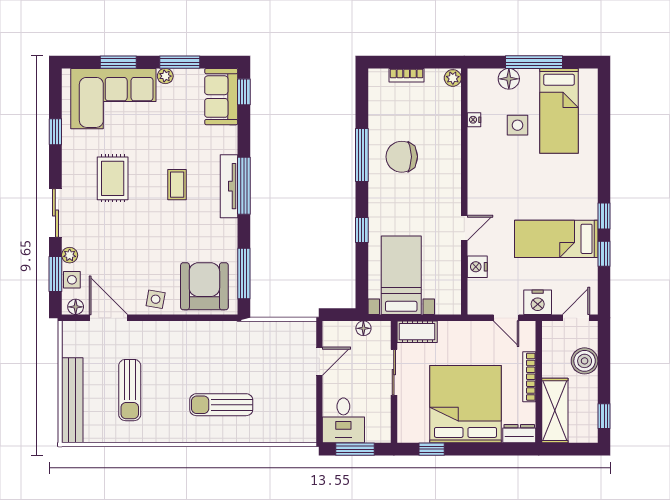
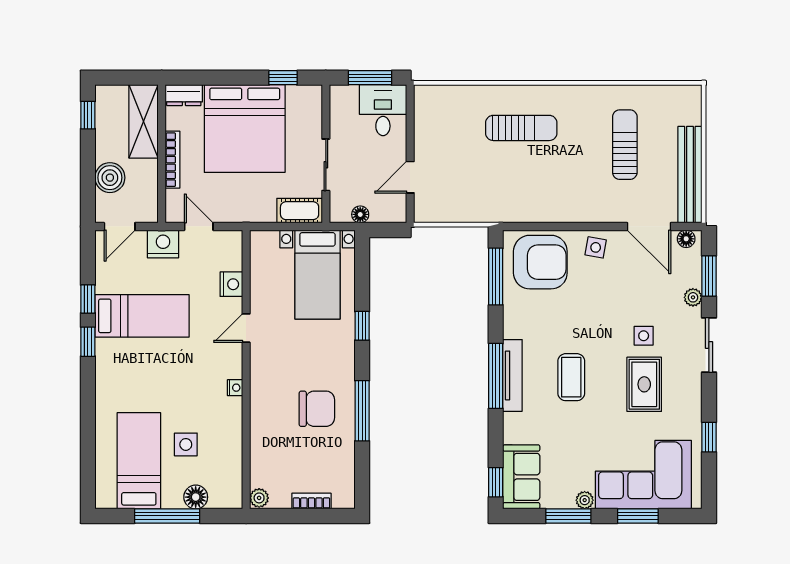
nightstand: (474, 120) -> (235, 388), moved
coffee table: (177, 185) -> (571, 377), width x1.36, depth x1.30
side table: (72, 280) -> (644, 336), moved
armchair: (204, 286) -> (540, 262), turned -90
bench: (72, 400) -> (690, 175), moved

